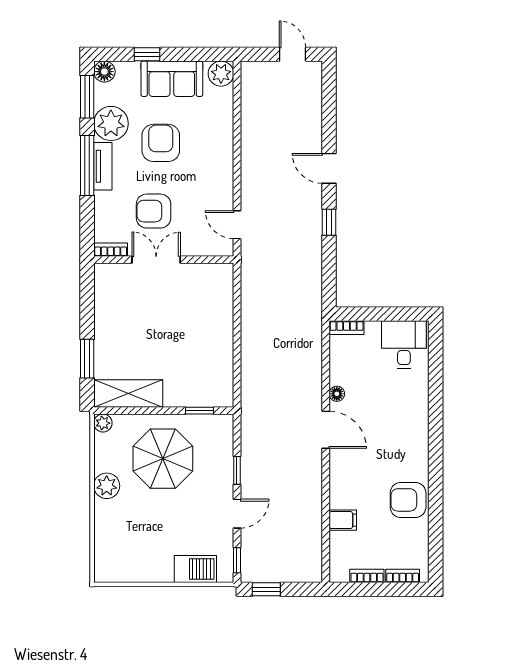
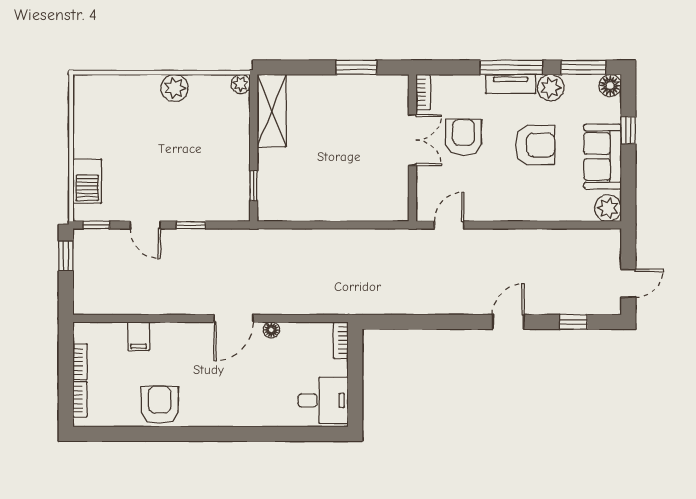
plant: (111, 123) -> (551, 88), width x0.73, depth x0.73
window: (329, 222) -> (573, 322), moved
window: (87, 359) -> (356, 67), moved
parasol: (163, 459) -> (203, 147), removed

